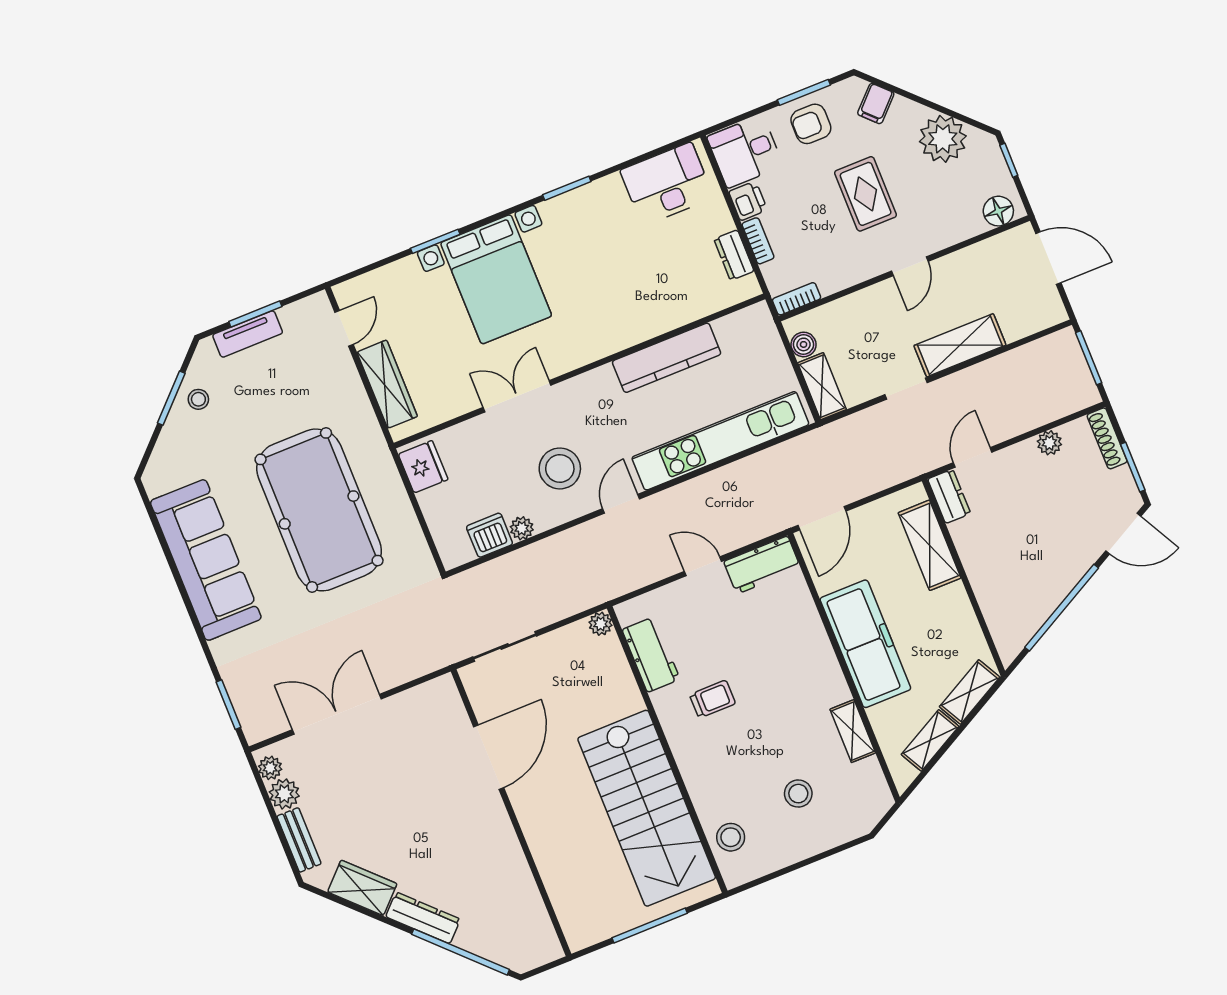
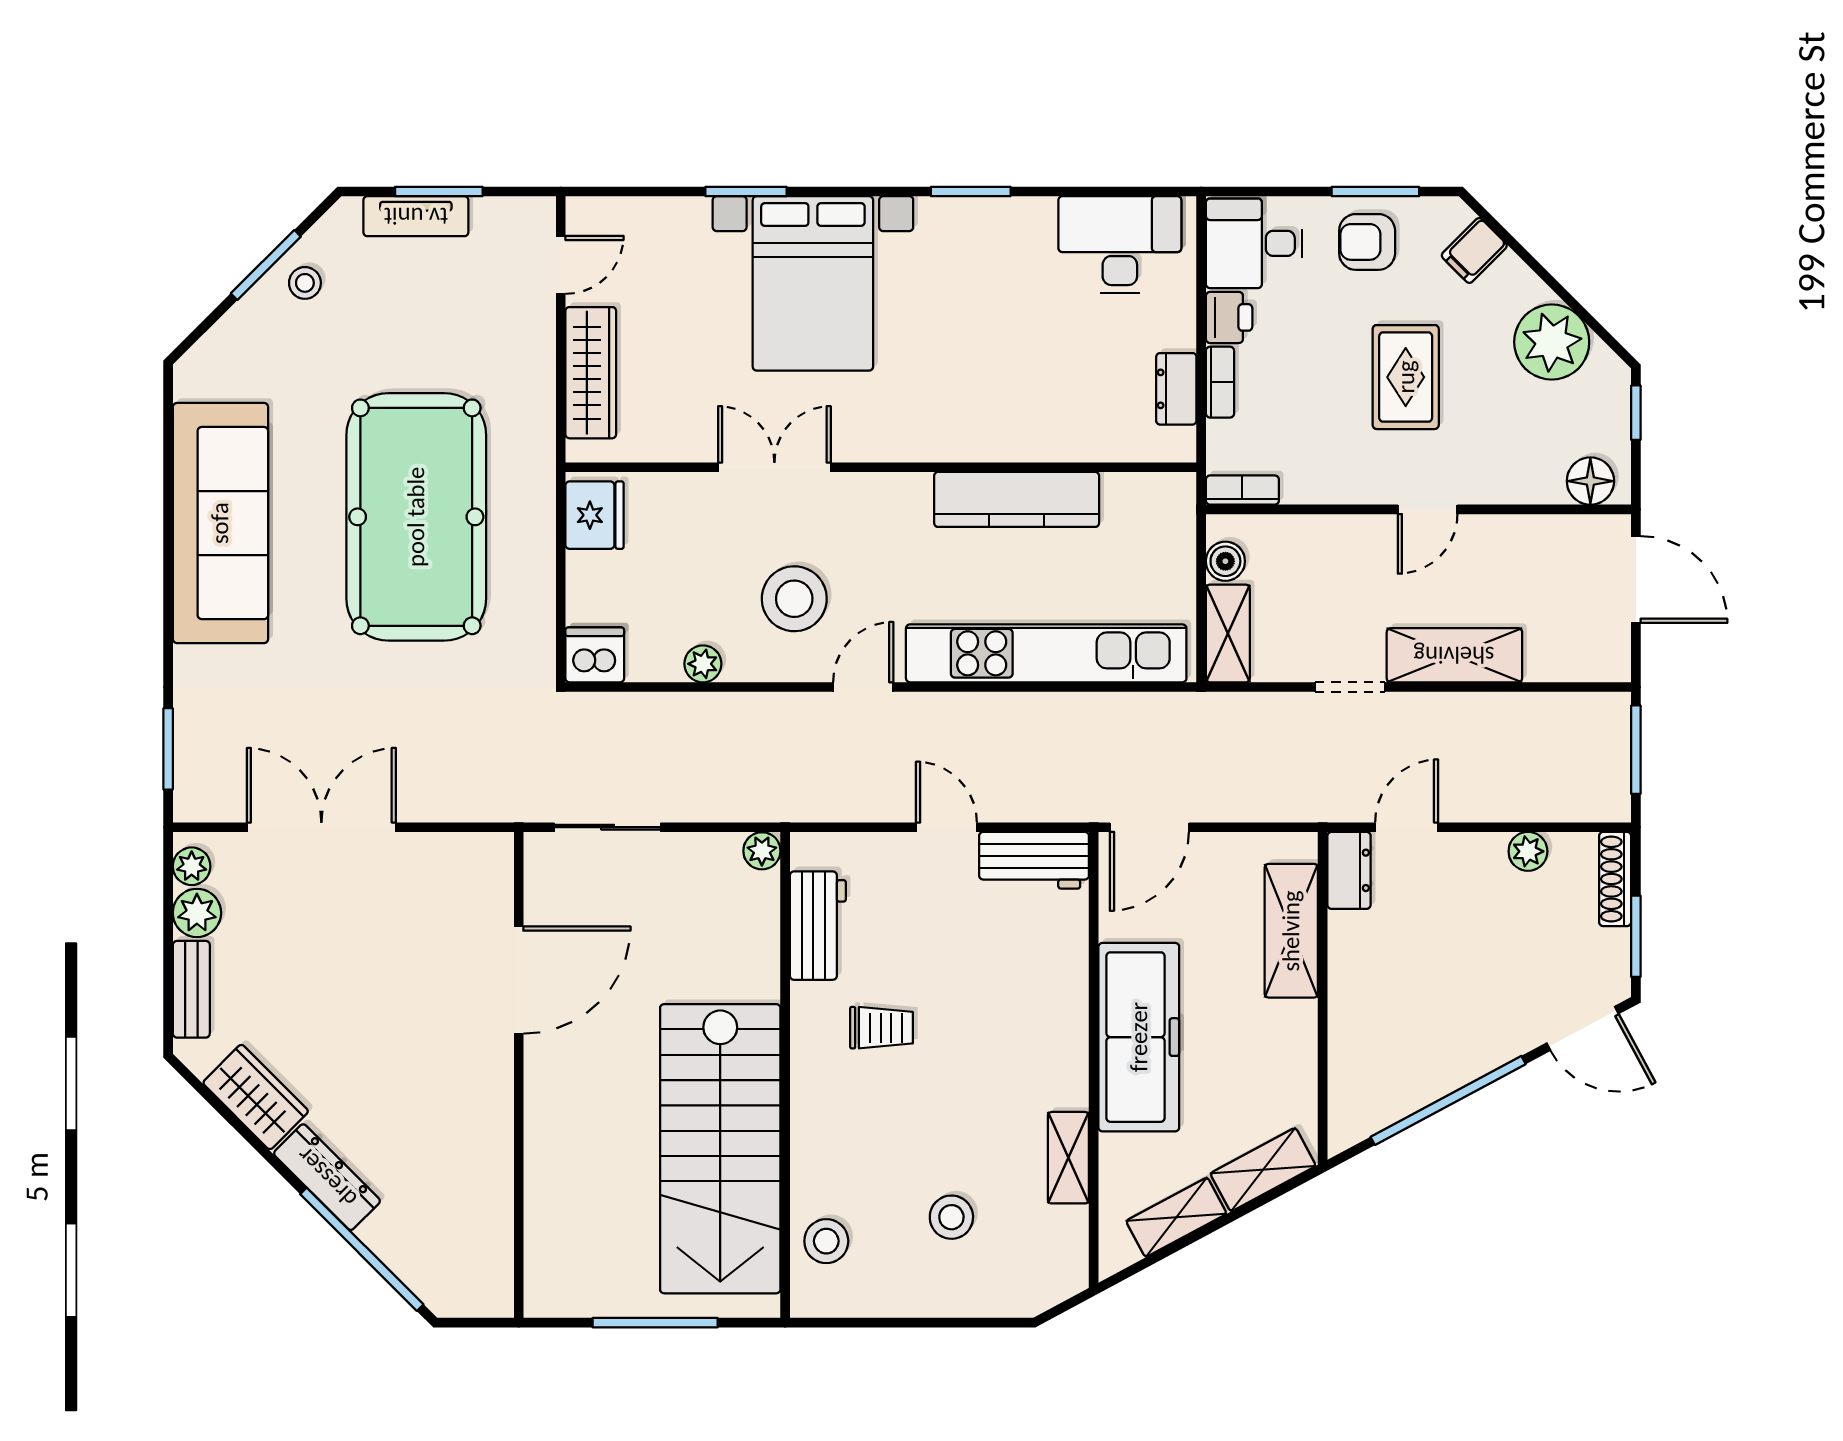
dishwasher: (489, 535) -> (595, 655), moved

